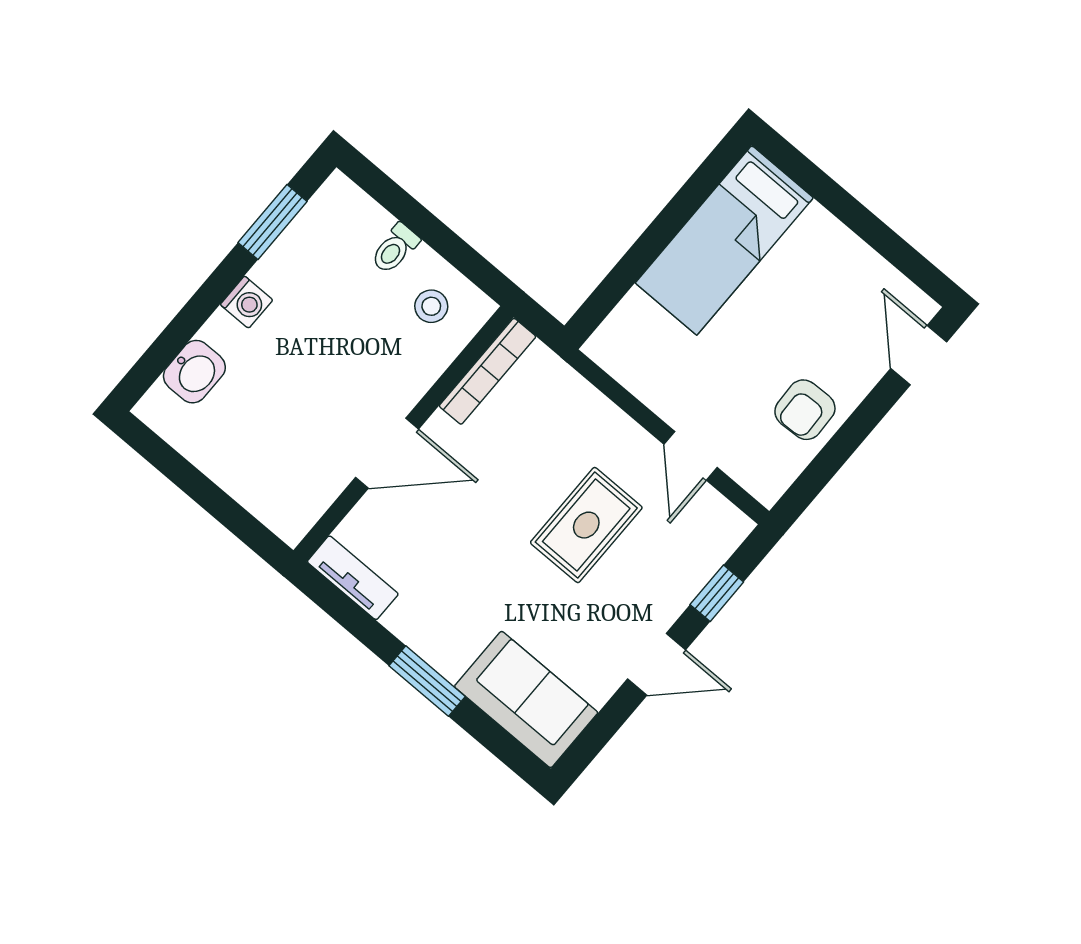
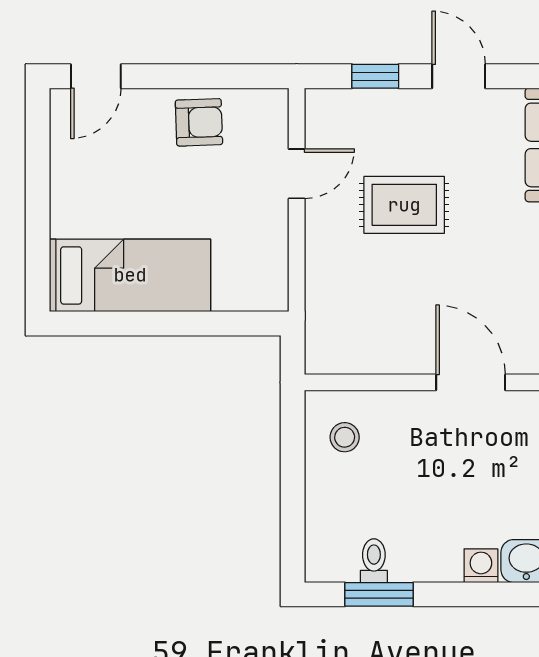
toilet: (395, 249) -> (374, 561), moved, turned -90
washing machine: (247, 302) -> (481, 566), moved
bookcase: (488, 371) -> (356, 361), removed

